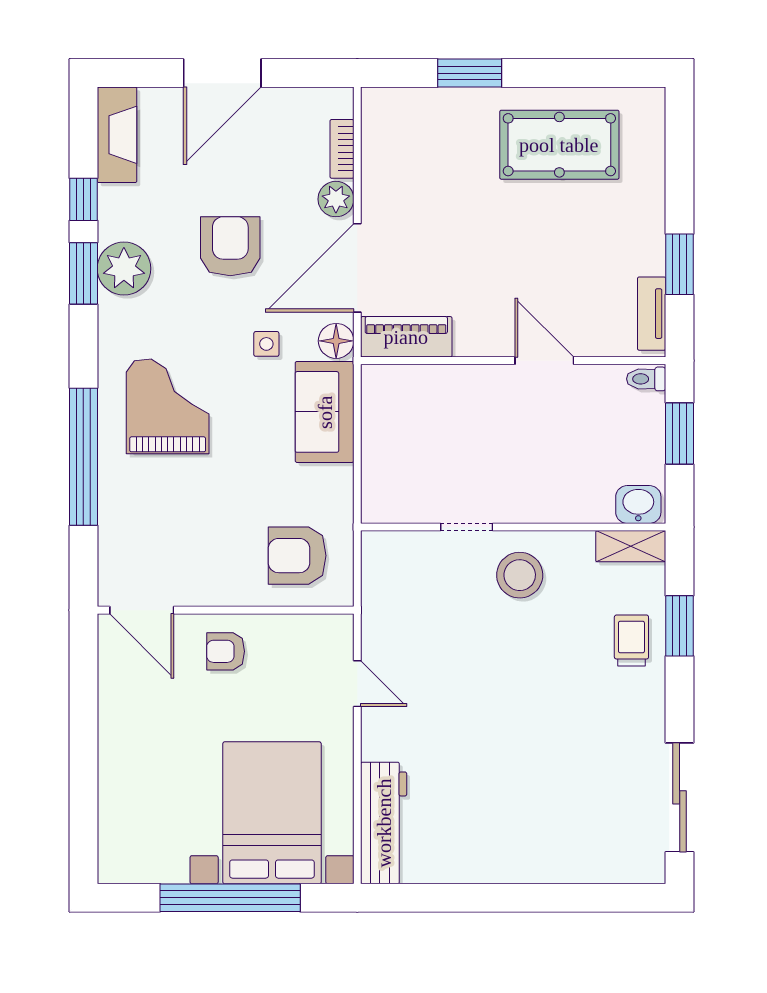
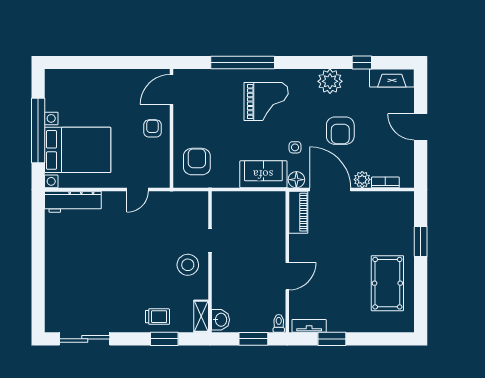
door: (222, 73) -> (421, 127), width x0.73
armchair: (230, 246) -> (340, 131), turned 90
window: (83, 273) -> (328, 63), removed

